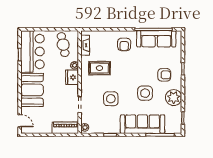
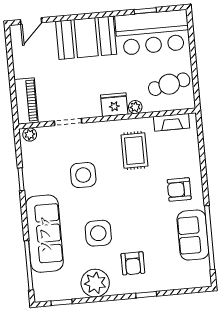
sofa: (156, 39) -> (193, 235), width x0.73

